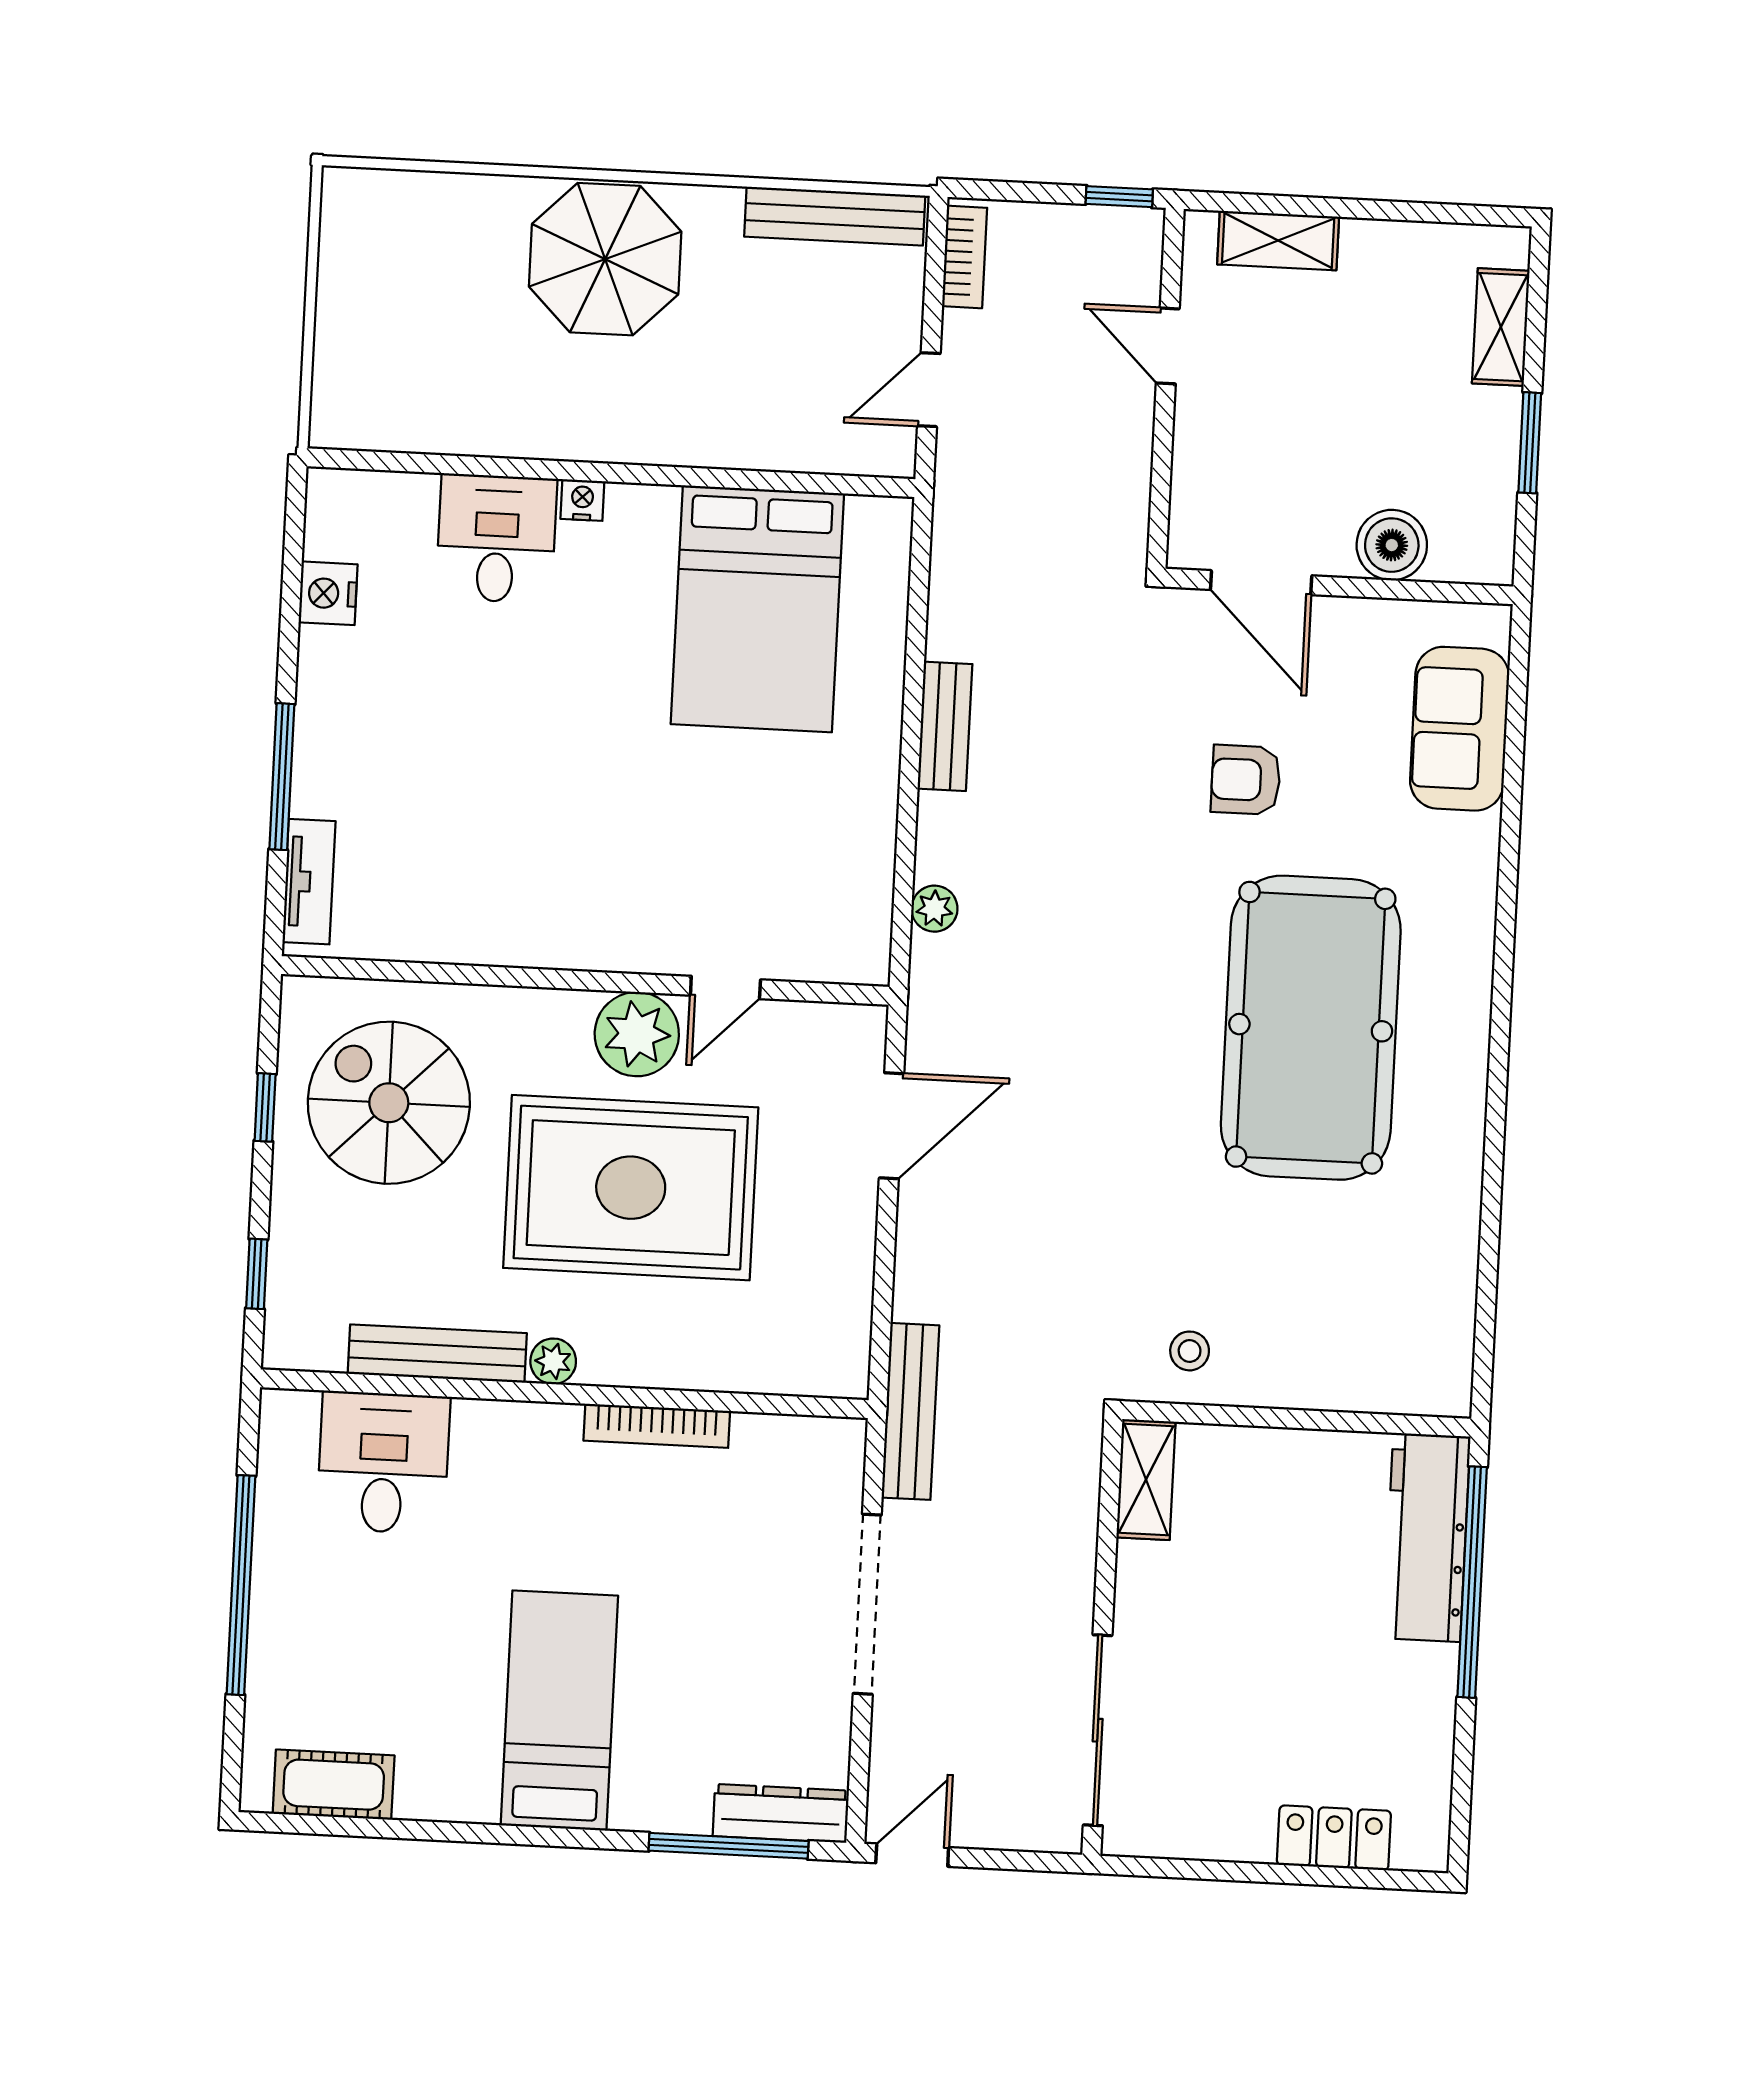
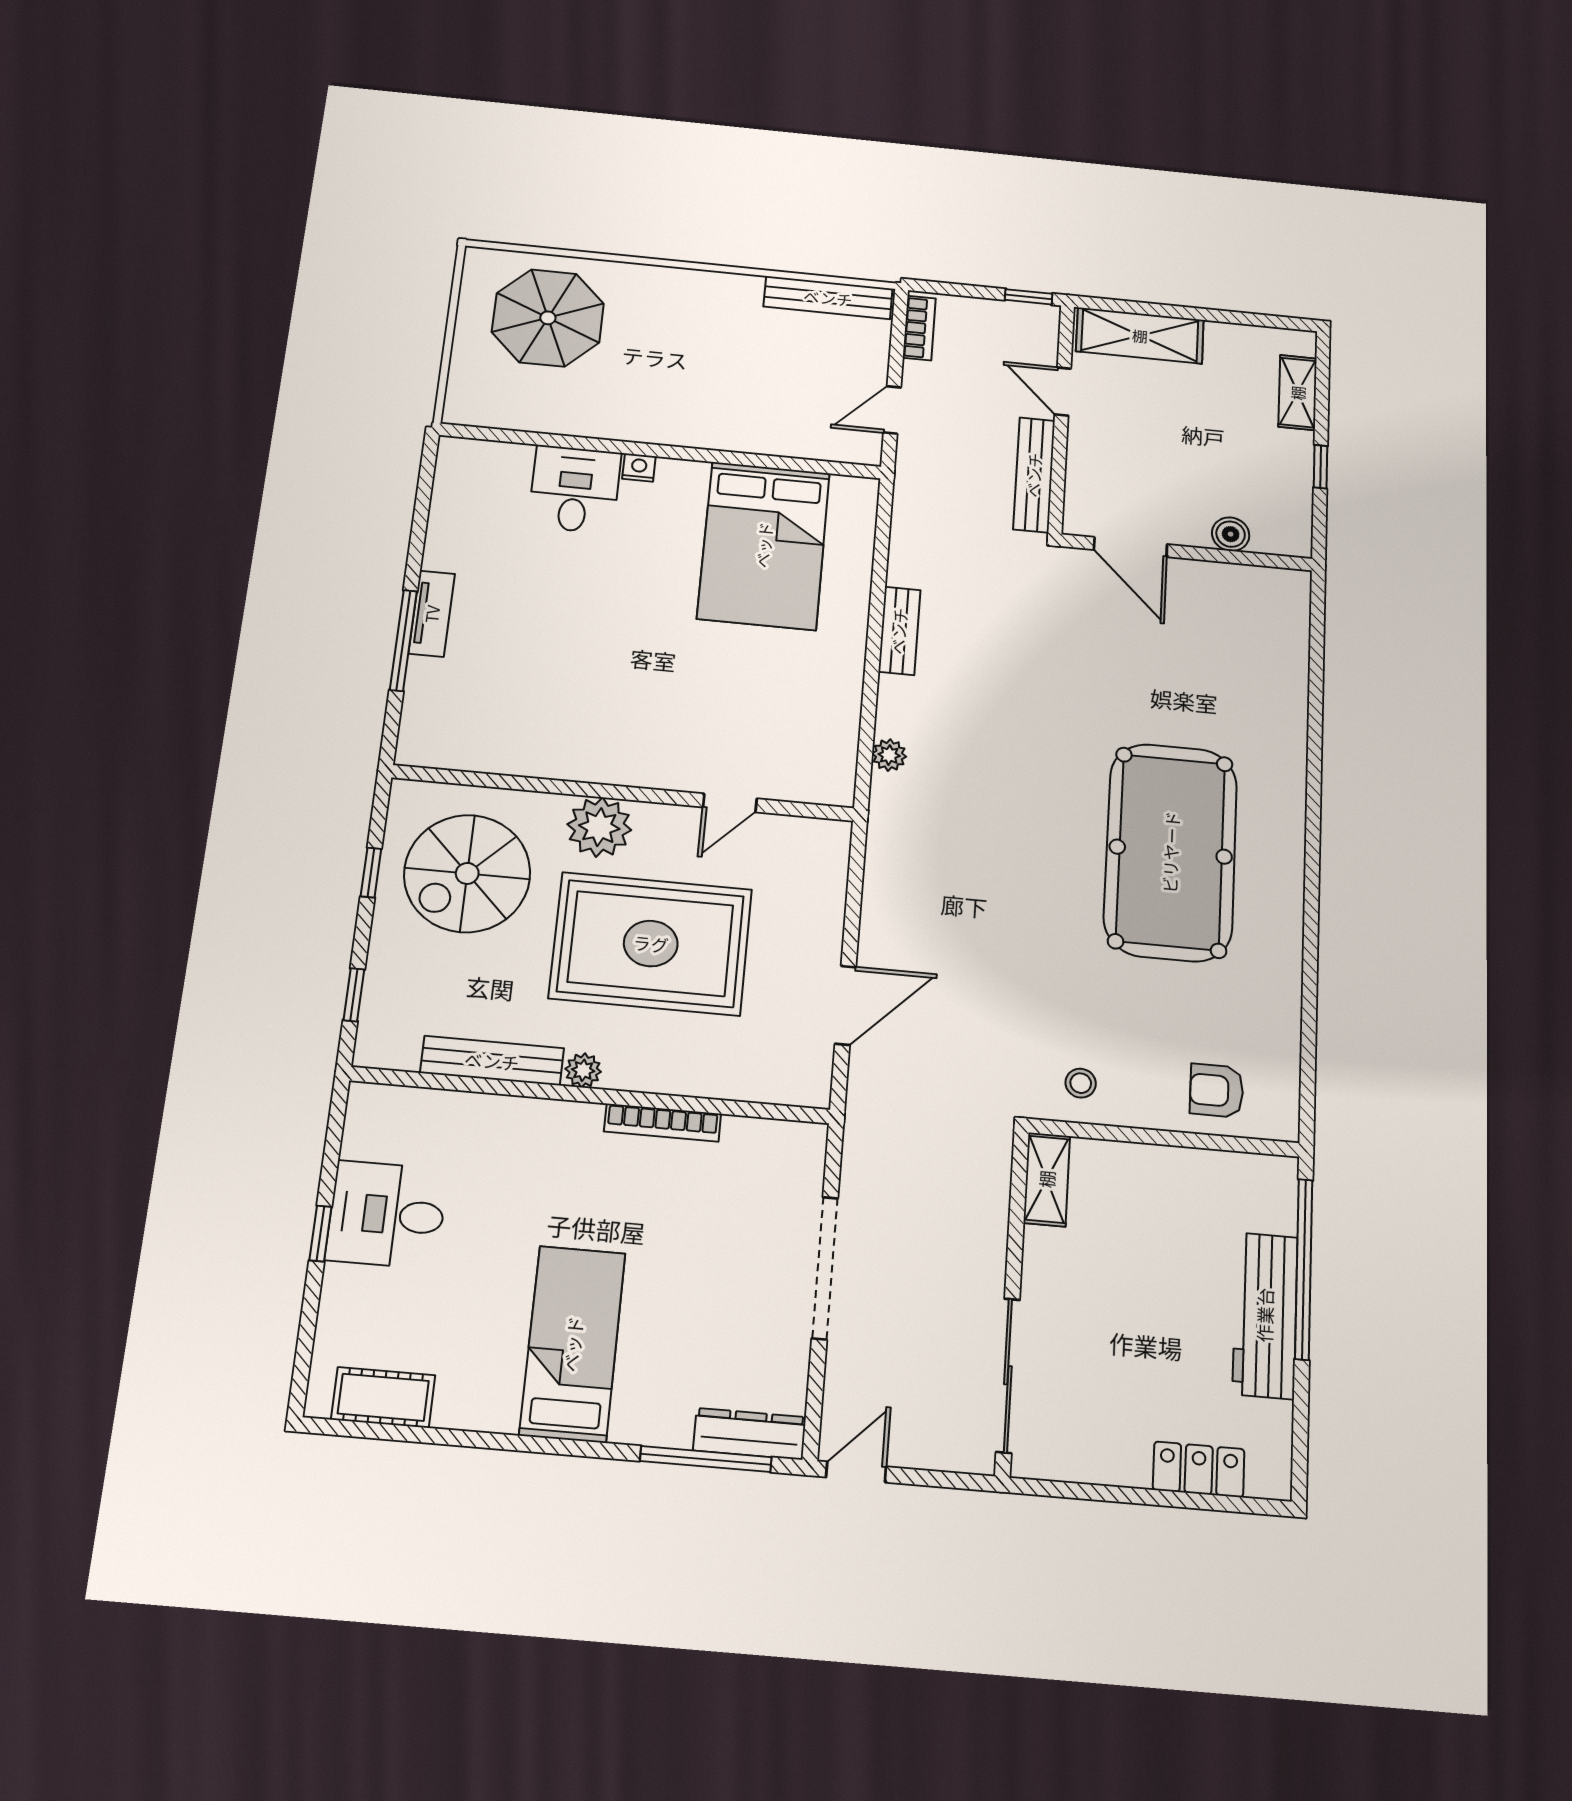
shelving: (1278, 240) -> (1140, 336), width x1.50, depth x1.33
parasol: (605, 259) -> (548, 318), moved
window: (1530, 443) -> (1321, 467), width x0.67
boiler: (1392, 545) -> (1231, 534), width x0.73, depth x0.73
nightstand: (328, 593) -> (448, 519), removed
sofa: (1460, 729) -> (1276, 651), removed
armchair: (1246, 780) -> (1217, 1091), moved
tv unit: (309, 882) -> (432, 614), moved
plant: (637, 1034) -> (599, 827), moved
spiral stairs: (389, 1103) -> (467, 873), turned -90
door: (892, 1126) -> (845, 1005), moved
bench: (910, 1411) -> (1034, 475), moved
desk: (383, 1462) -> (387, 1215), moved, turned -90
workbench: (1427, 1537) -> (1265, 1315), moved
window: (241, 1585) -> (321, 1234), width x0.32

